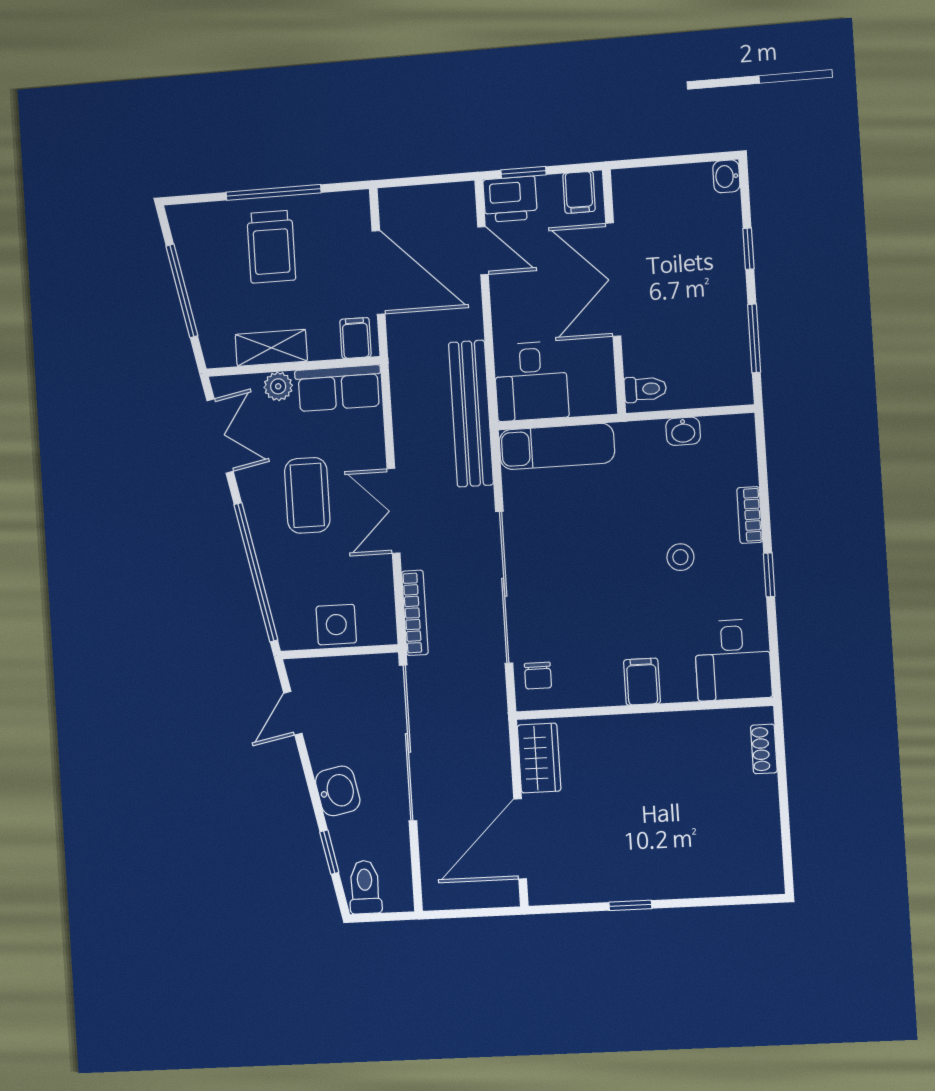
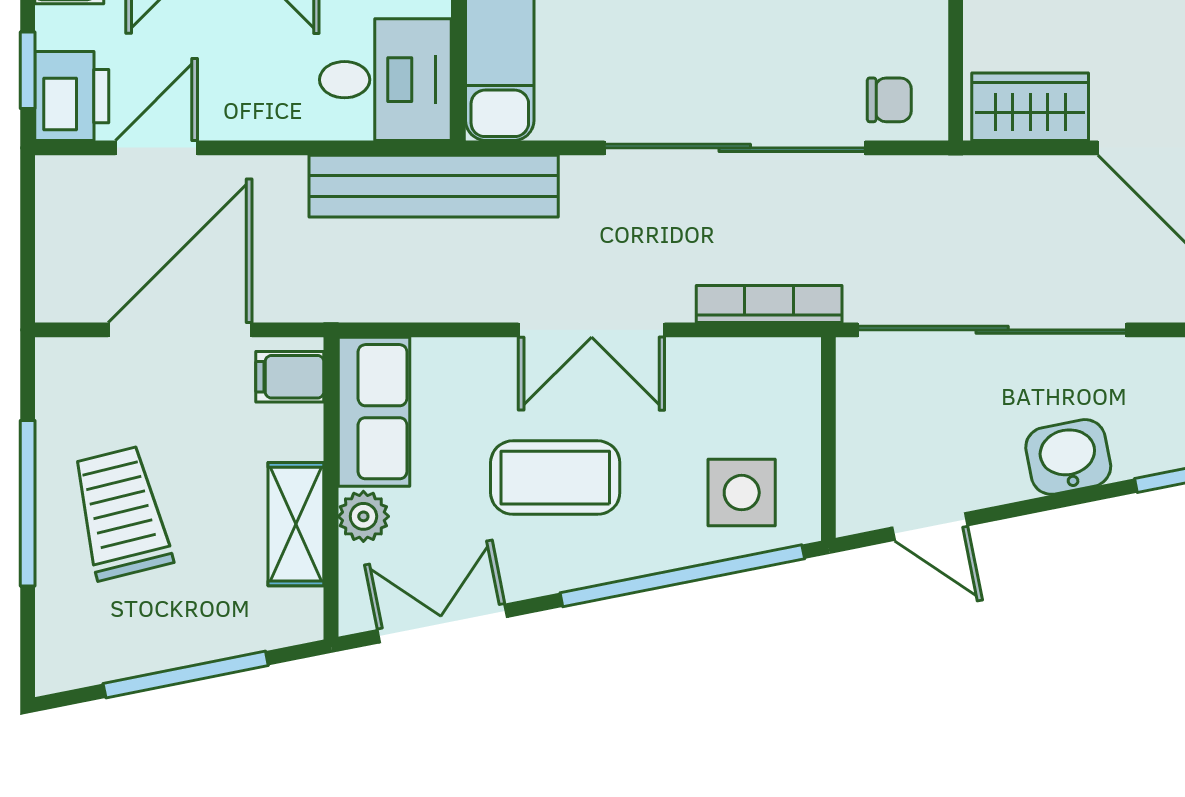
trolley: (271, 247) -> (121, 513), turned -104
side table: (336, 625) -> (742, 493), moved

